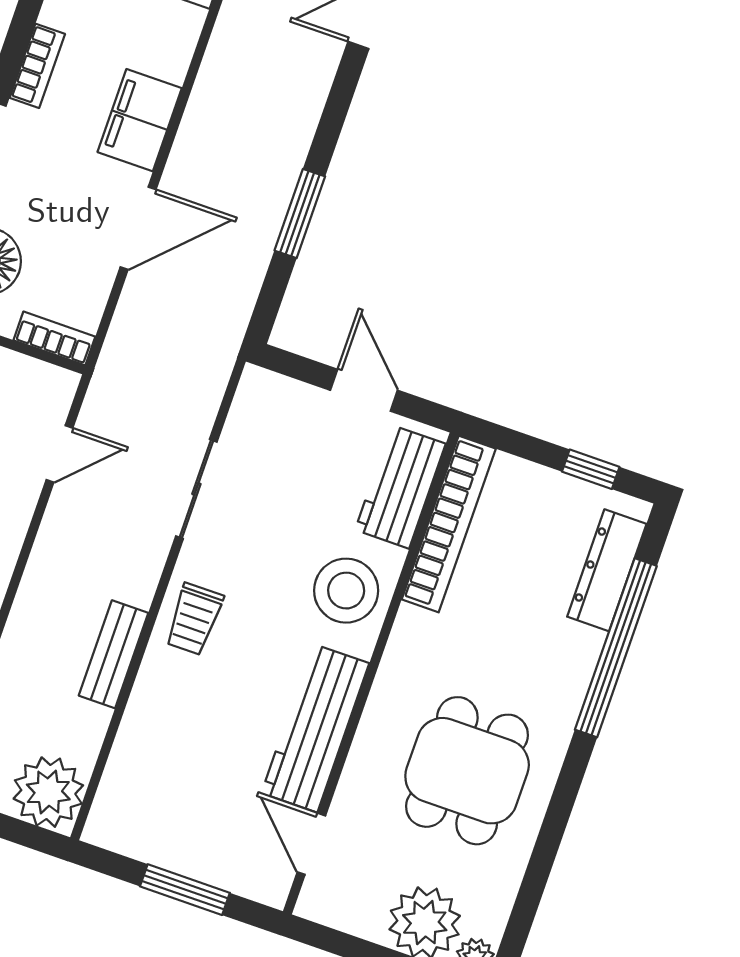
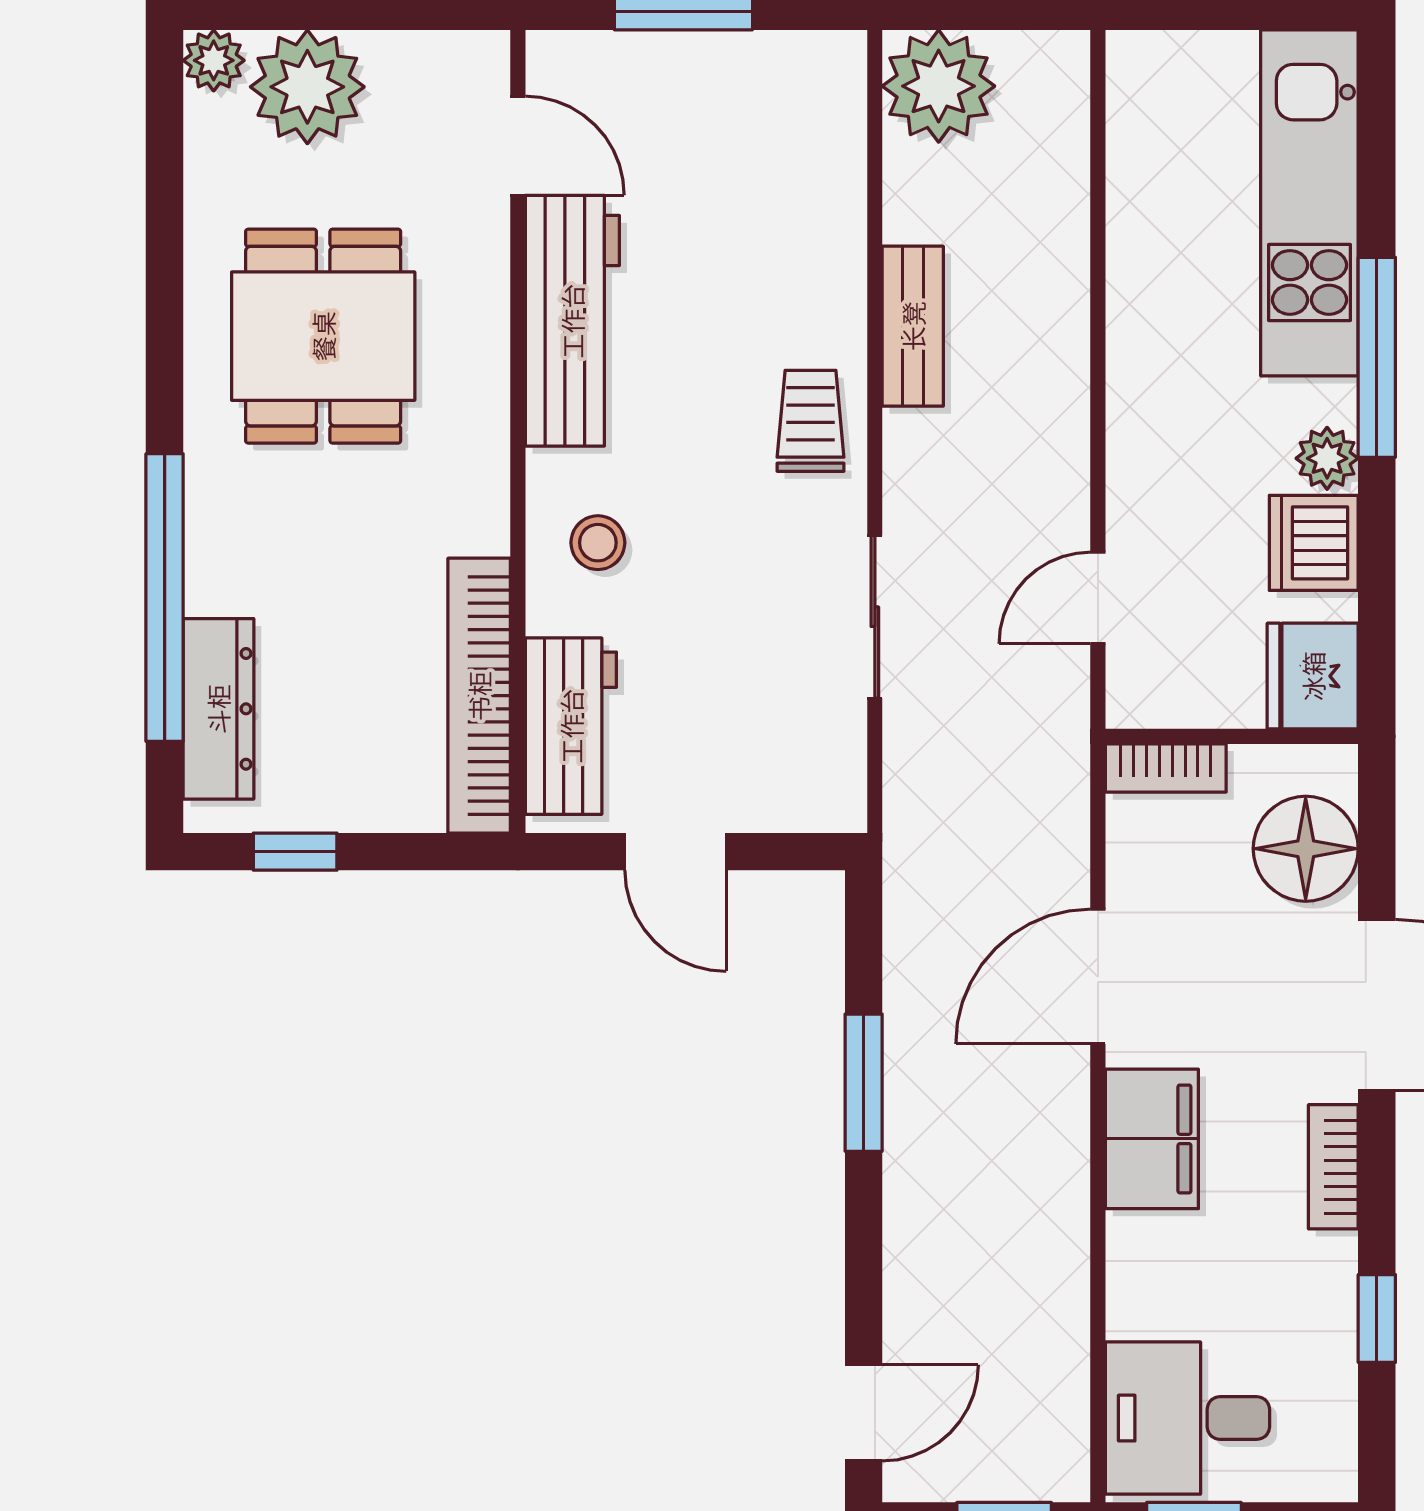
stool: (346, 591) -> (598, 543), width x0.53, depth x0.53

